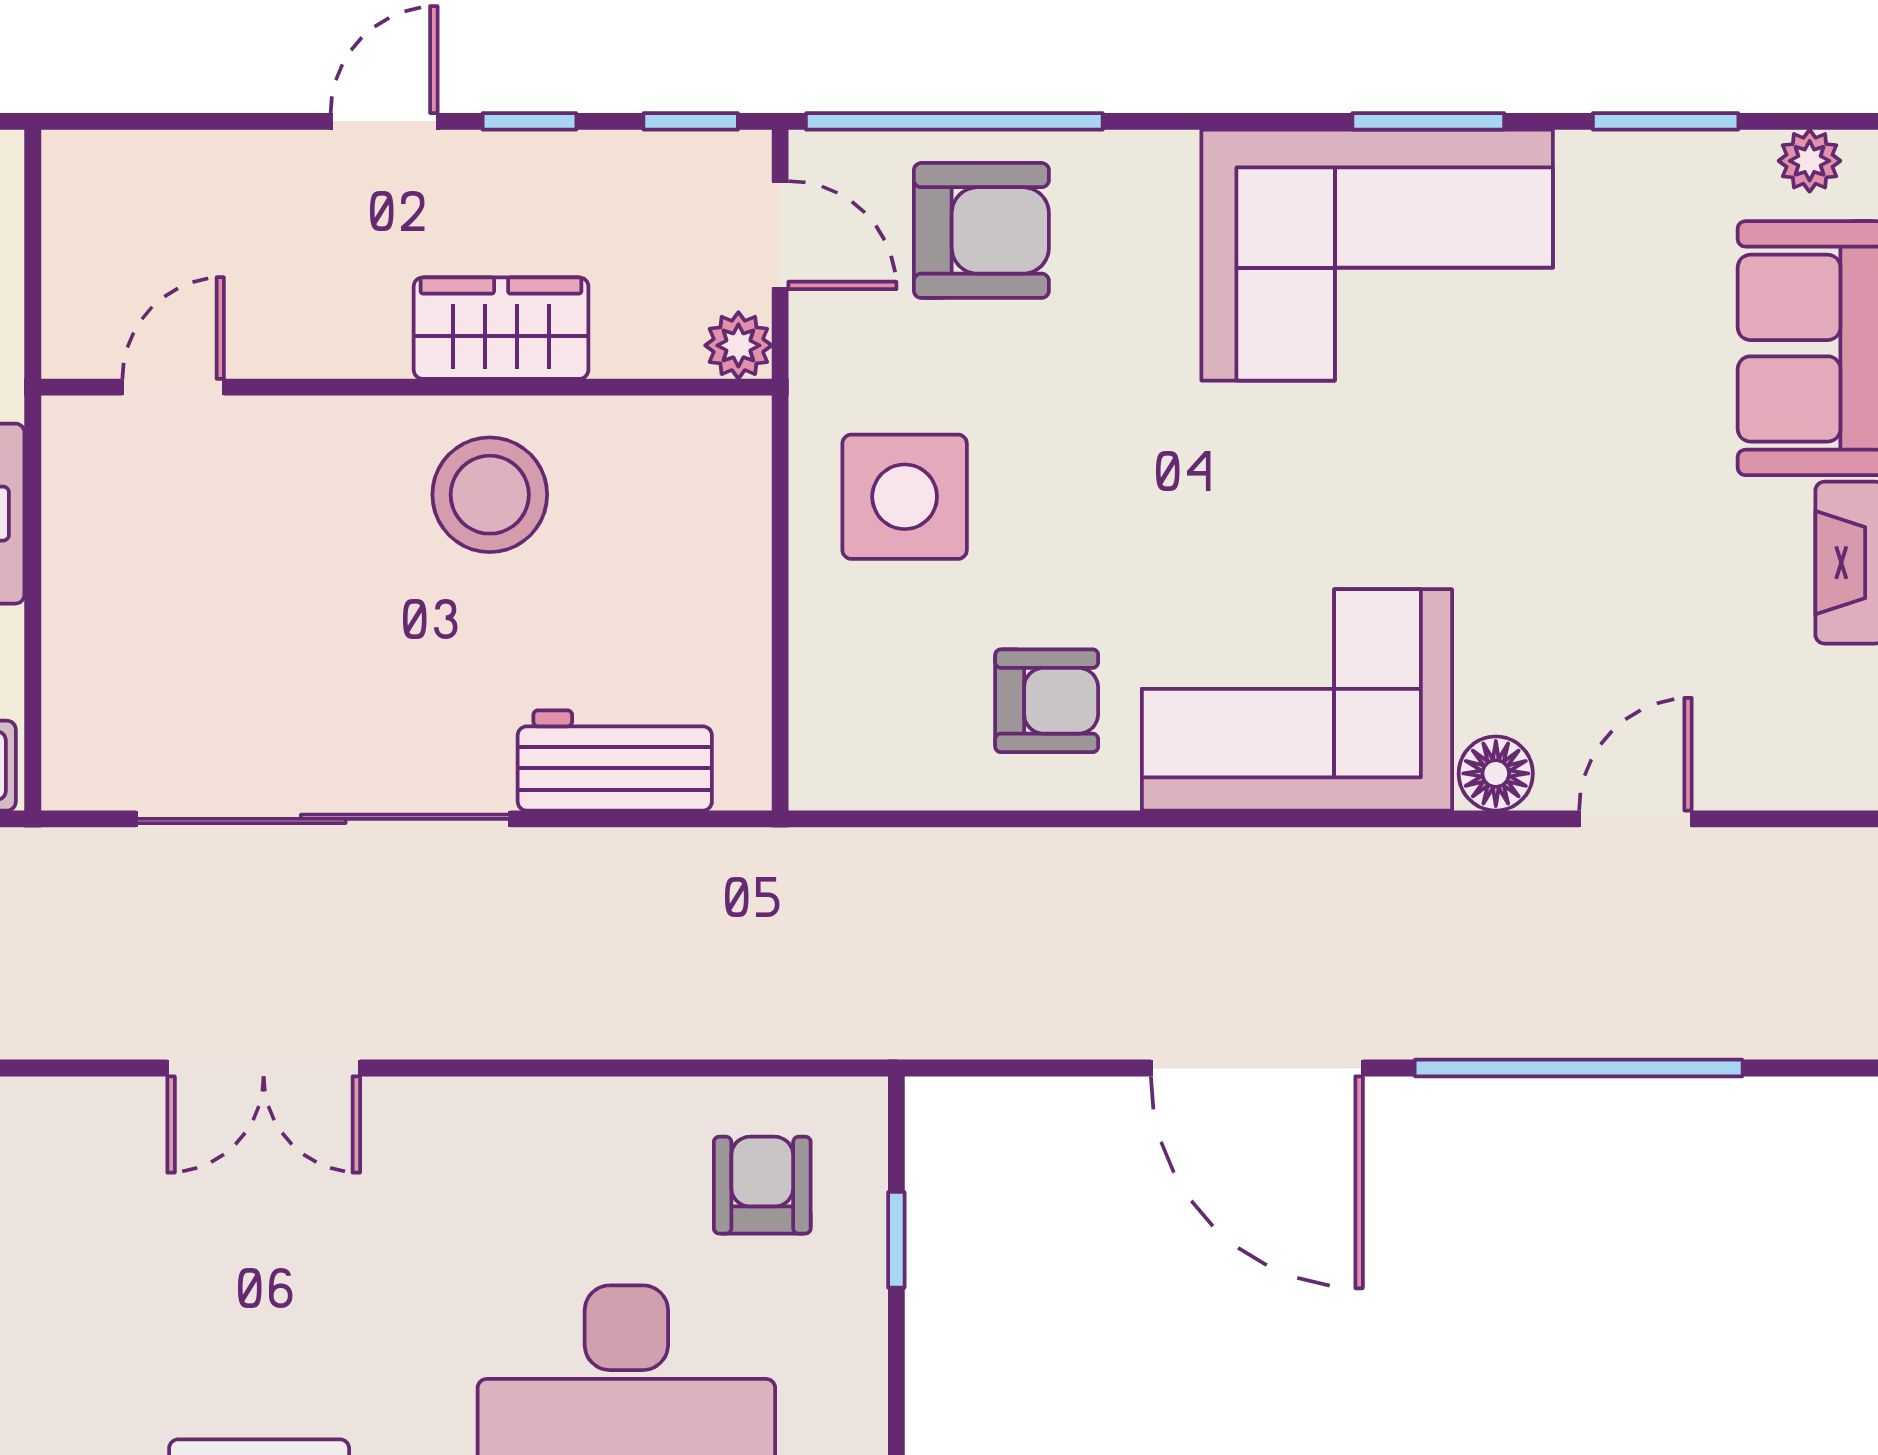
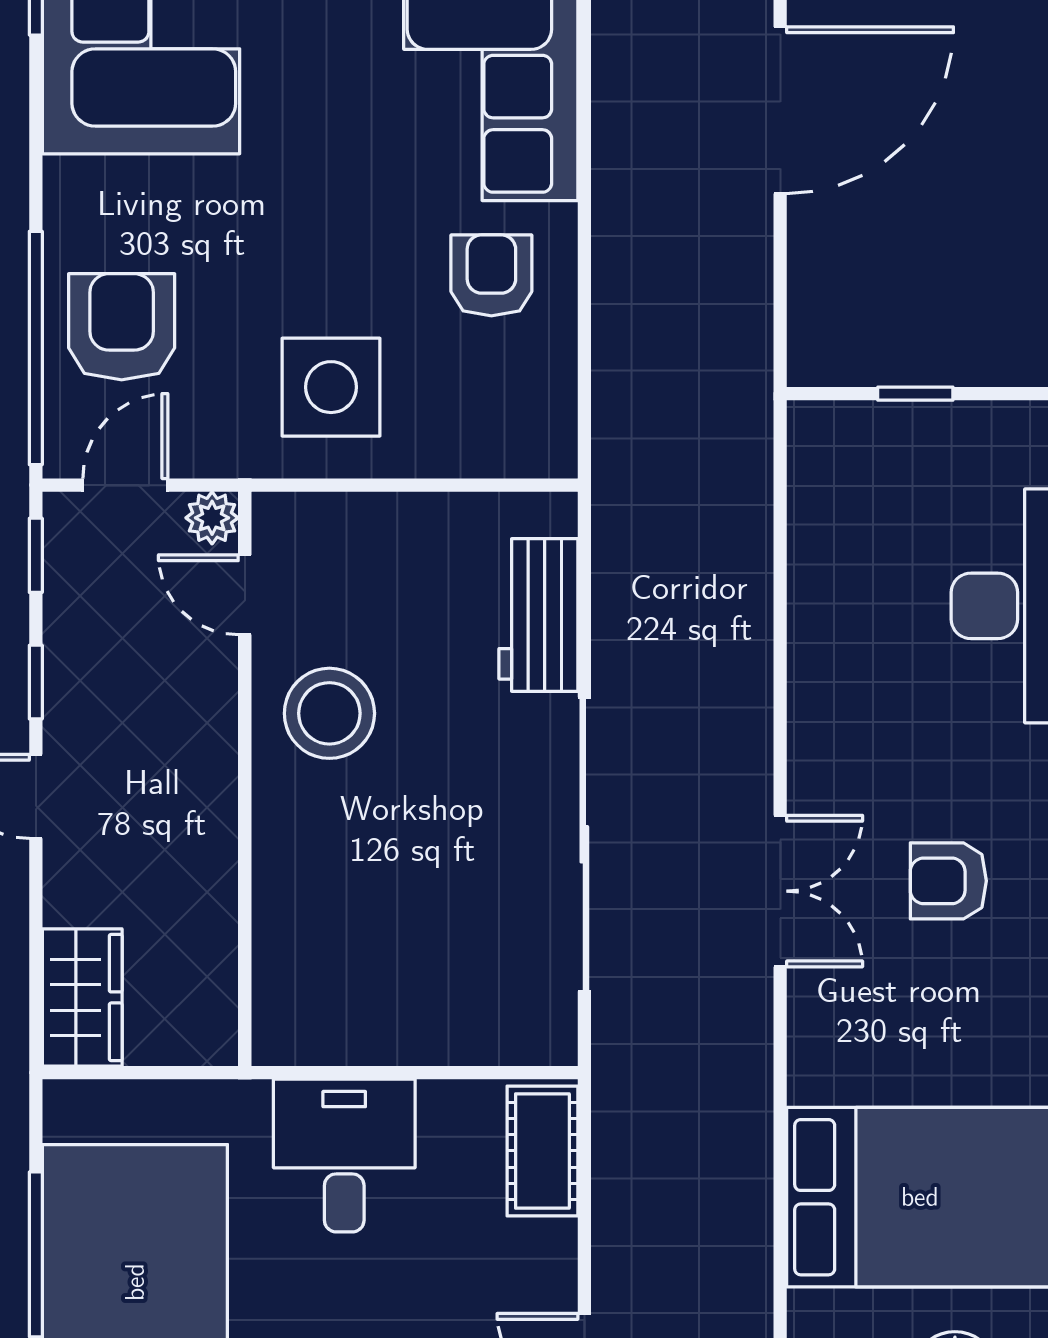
wardrobe: (501, 328) -> (82, 997), moved, turned 180
door: (173, 387) -> (245, 595), moved
armchair: (762, 1185) -> (948, 881), moved

